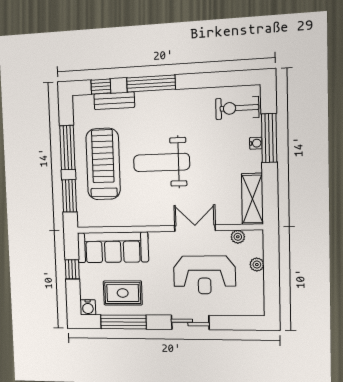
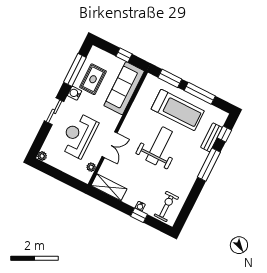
window: (269, 138) -> (139, 215), width x0.46
plant: (257, 265) -> (42, 156), moved
water cooler: (88, 307) -> (75, 93), moved

